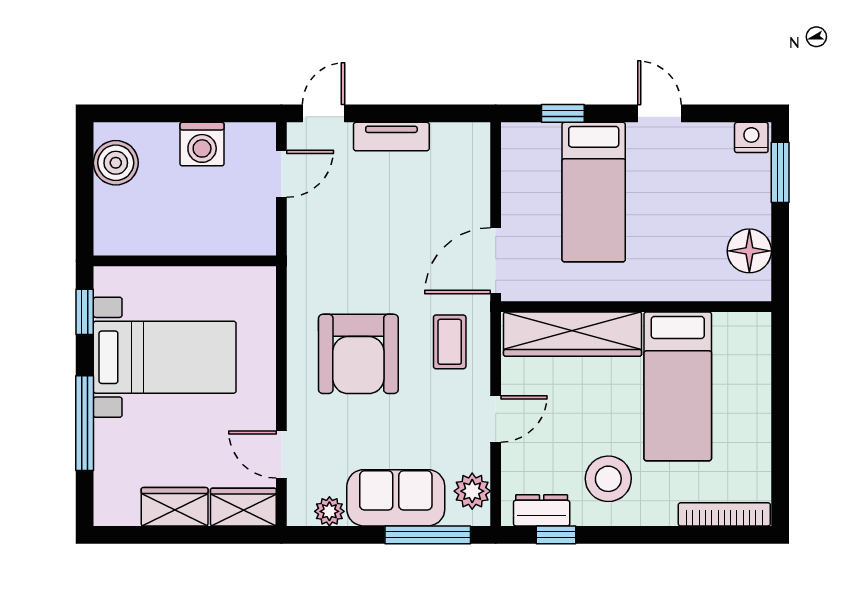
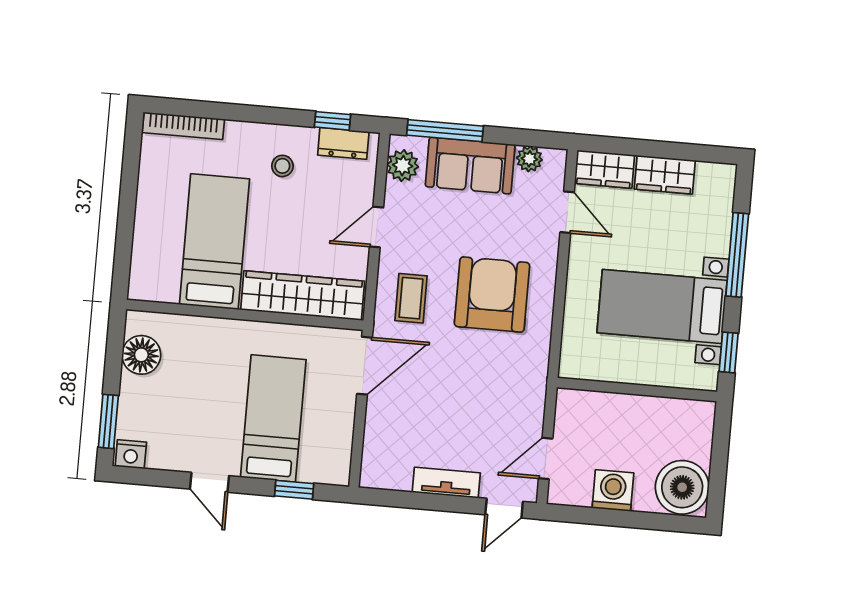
boiler: (116, 163) -> (682, 487), width x1.37, depth x1.37
stool: (608, 479) -> (282, 166), width x0.53, depth x0.53

